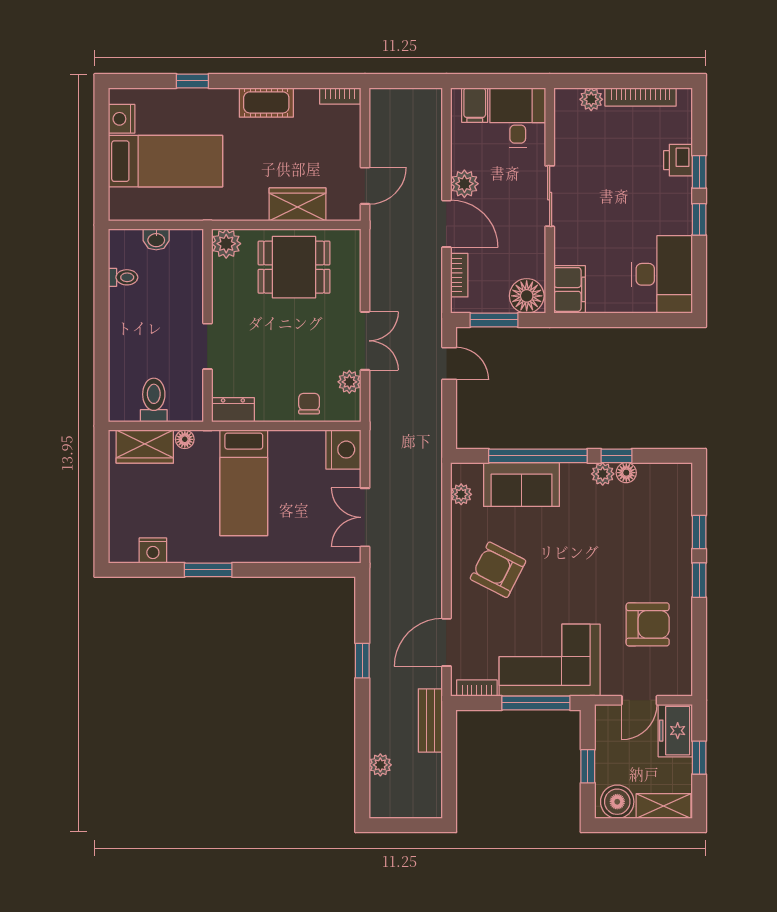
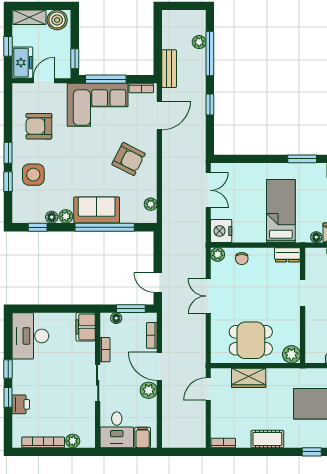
bookcase: (537, 251) -> (105, 350), added
floor lamp: (527, 296) -> (116, 318), width x0.53, depth x0.53
plant: (349, 382) -> (218, 254), moved
window: (616, 456) -> (38, 227), moved
sofa: (522, 485) -> (97, 210), moved
side table: (657, 544) -> (33, 175), added
window: (362, 746) -> (210, 53), added
window: (588, 766) -> (75, 59), moved

